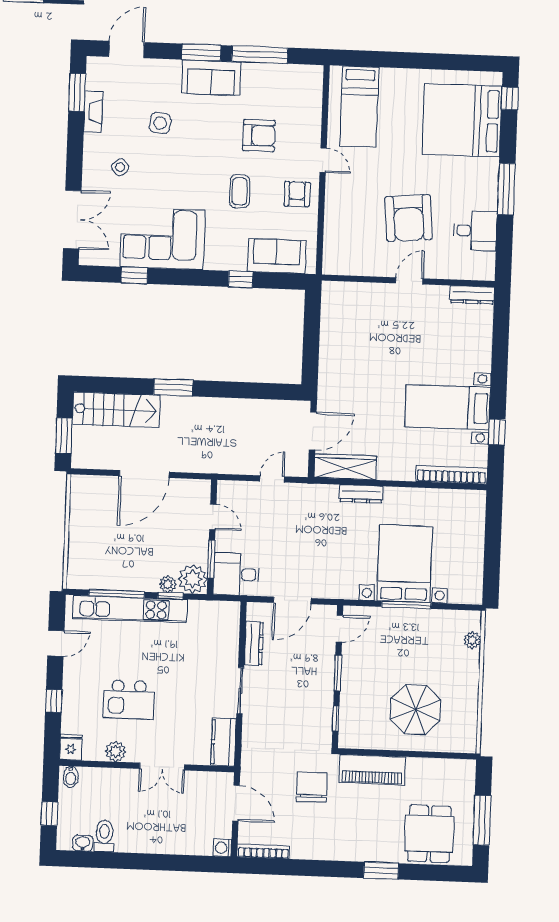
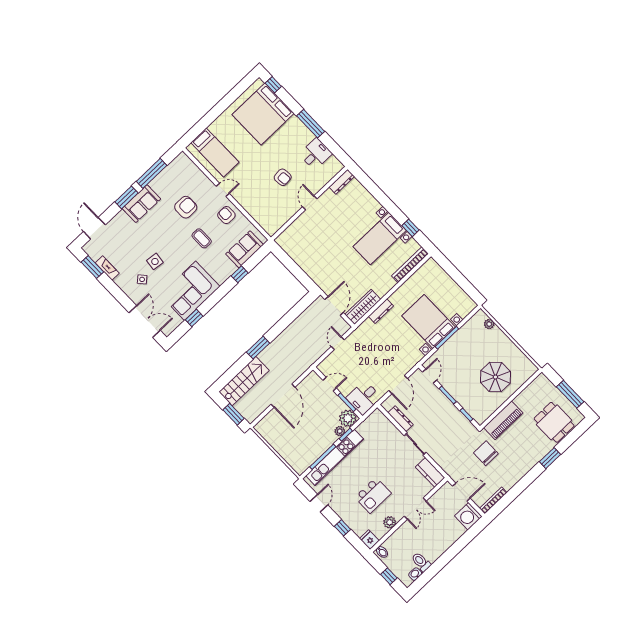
side table: (160, 123) -> (155, 261), moved
armchair: (409, 218) -> (283, 177), width x0.53, depth x0.53
washing machine: (222, 848) -> (468, 516), width x1.89, depth x1.89

